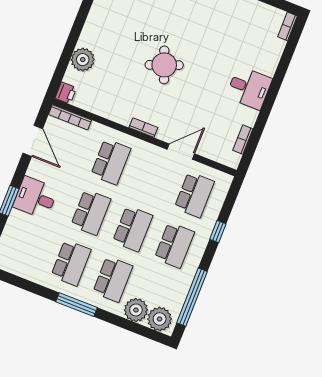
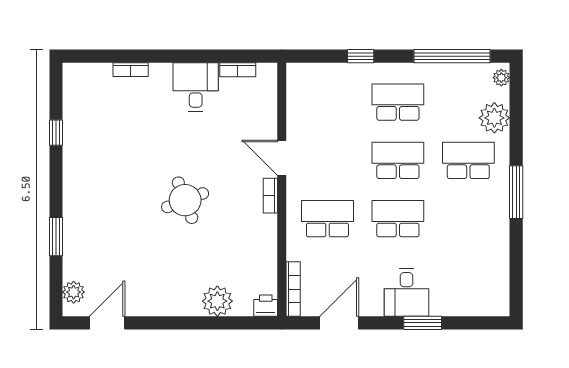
bookcase: (288, 26) -> (131, 70), moved
desk: (249, 88) -> (196, 87), moved
door: (181, 152) -> (282, 158), moved
school desk: (194, 195) -> (327, 102), removed
school desk: (71, 263) -> (468, 219), removed
plant: (160, 319) -> (501, 78), width x0.53, depth x0.53

